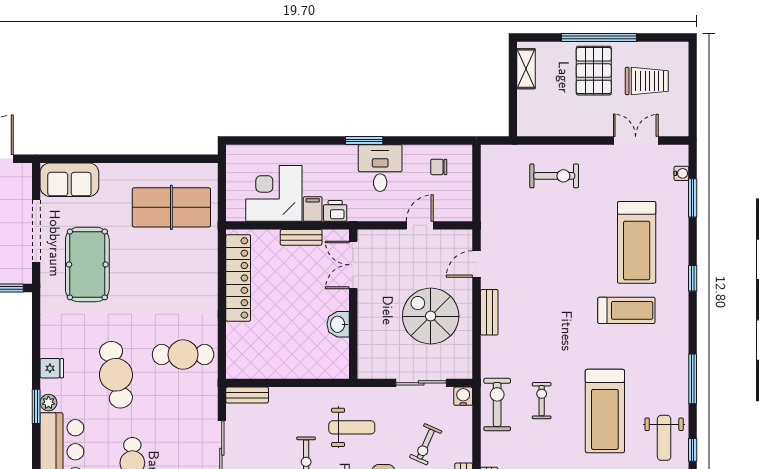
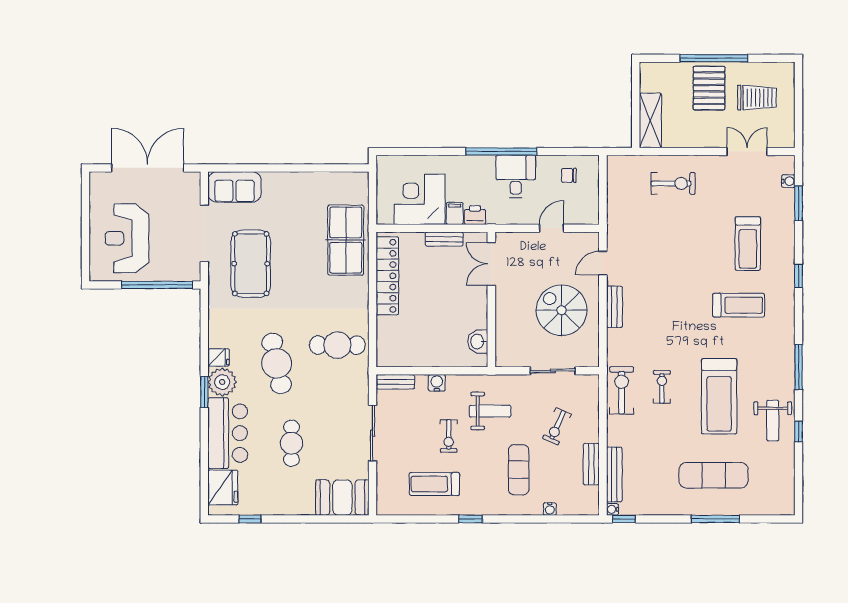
shelving: (526, 69) -> (650, 120), moved, width x1.50, depth x1.33
window: (364, 141) -> (501, 151), width x2.11
table tennis table: (171, 207) -> (346, 240), moved, turned 90
treadmill: (637, 242) -> (748, 244), width x0.73, depth x0.73
washbasin: (338, 324) -> (478, 342), moved
water cooler: (463, 396) -> (437, 383), moved
plant: (48, 403) -> (222, 382), width x1.88, depth x1.88

